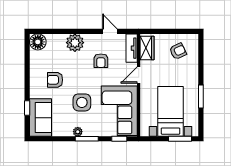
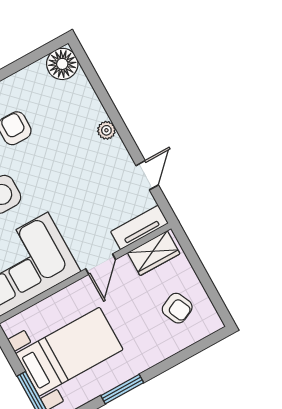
plant: (75, 43) -> (106, 130), width x0.53, depth x0.53
armchair: (101, 61) -> (89, 187), removed
door: (139, 75) -> (101, 264), swing flipped

